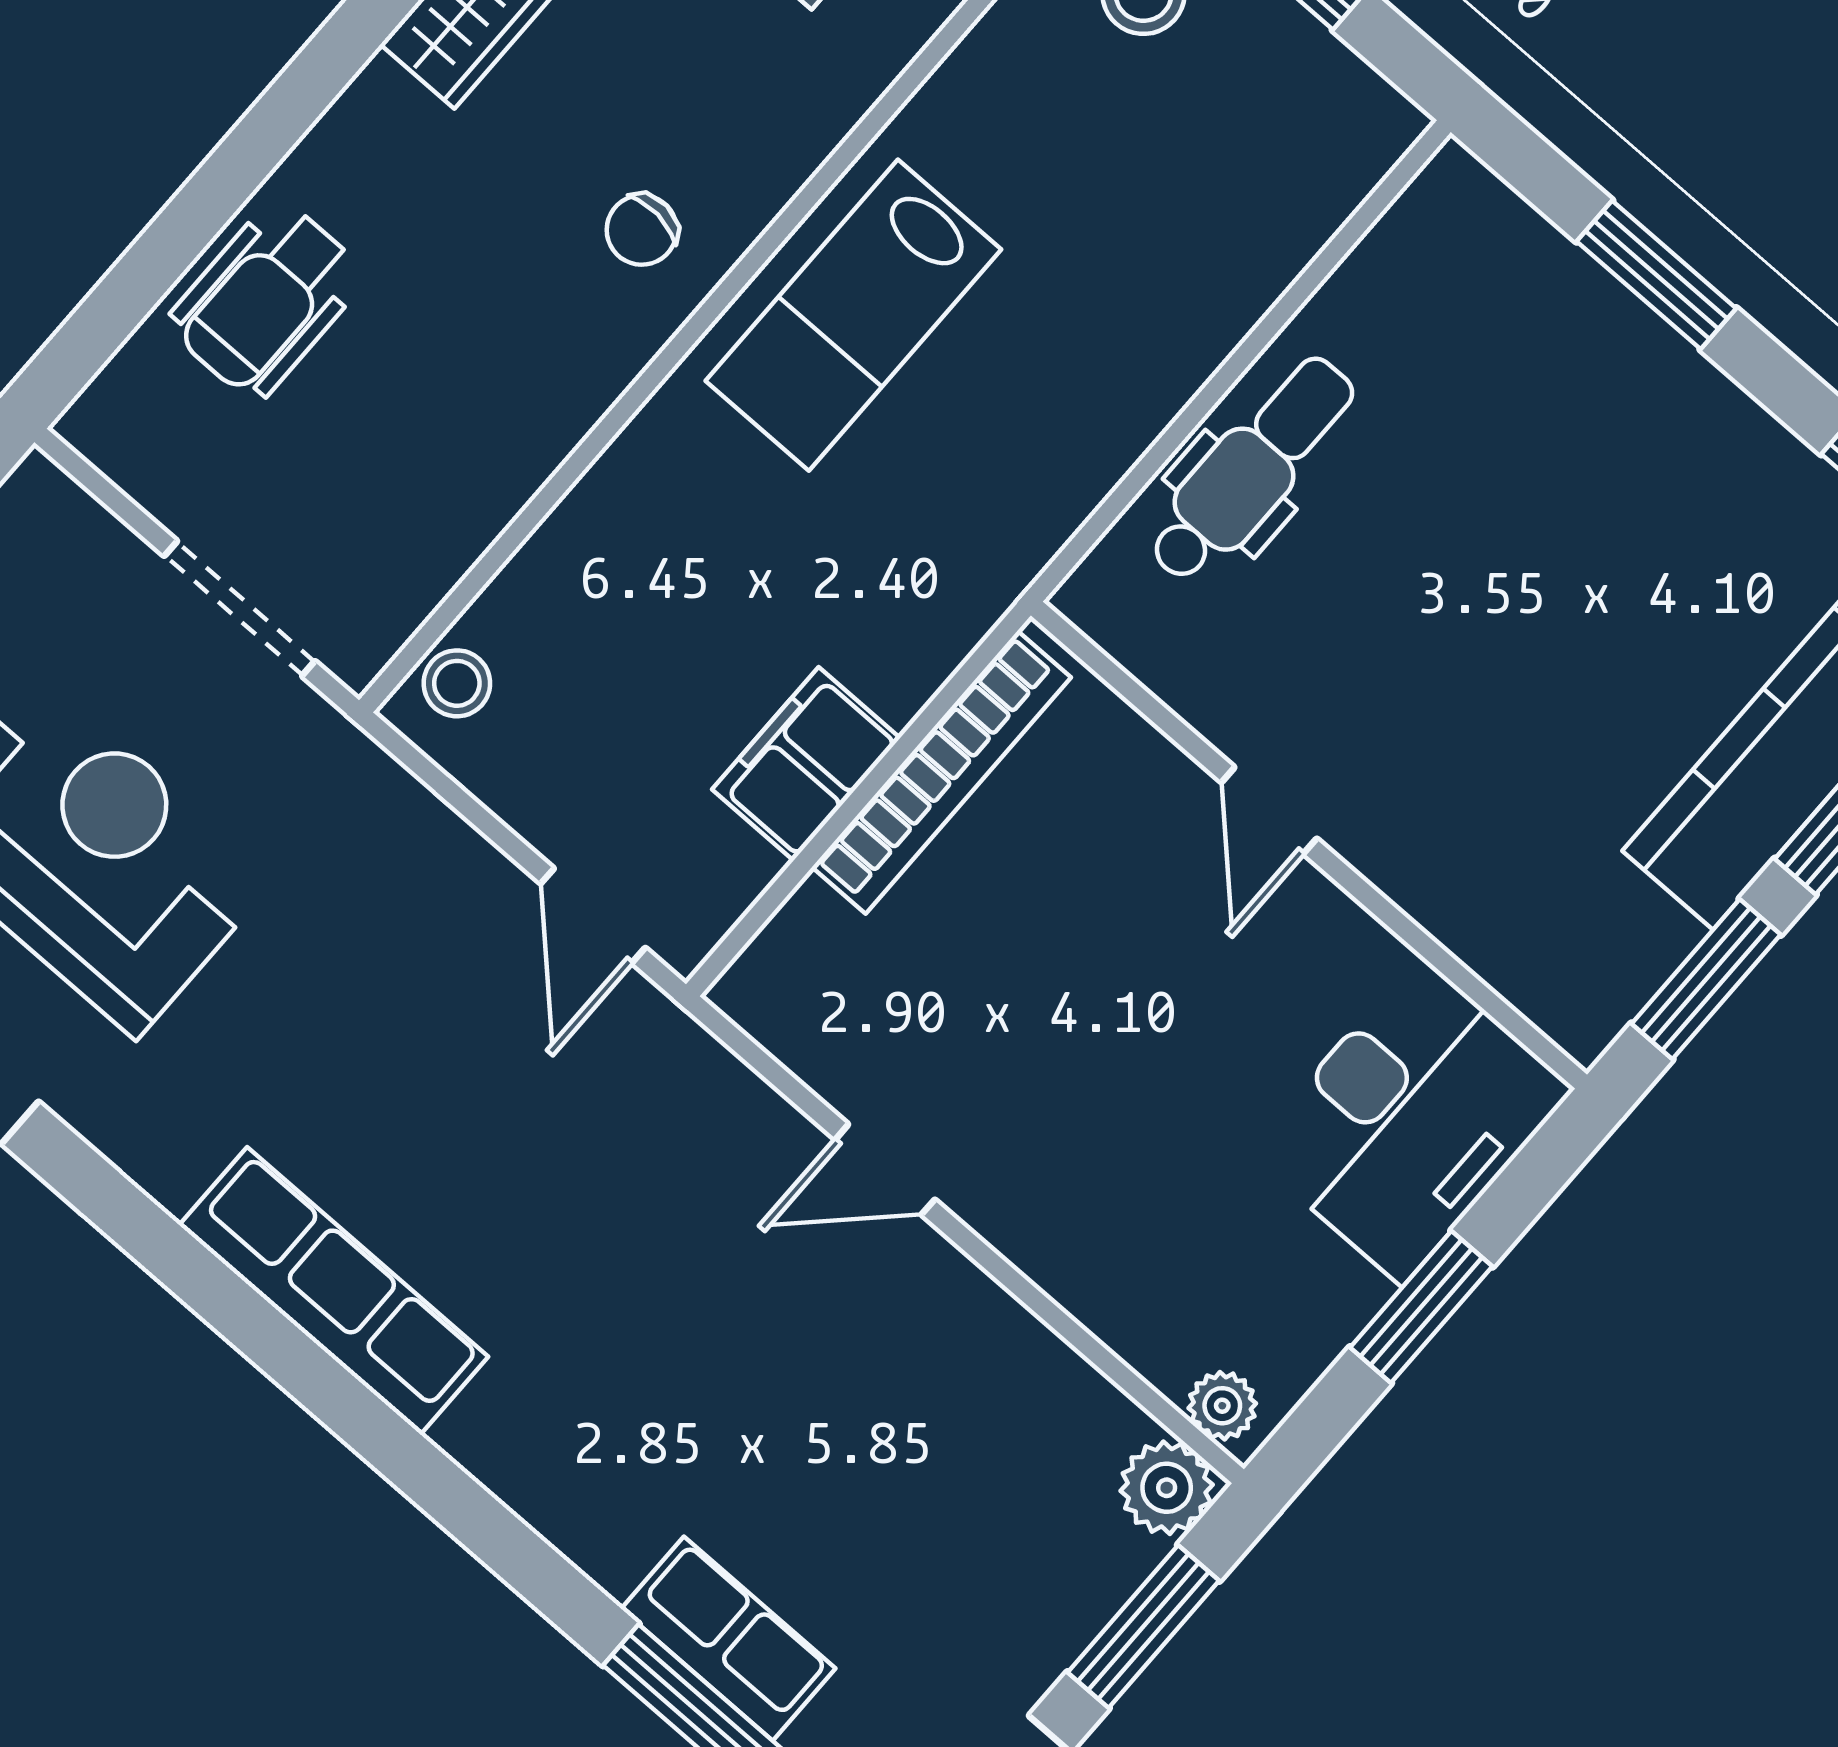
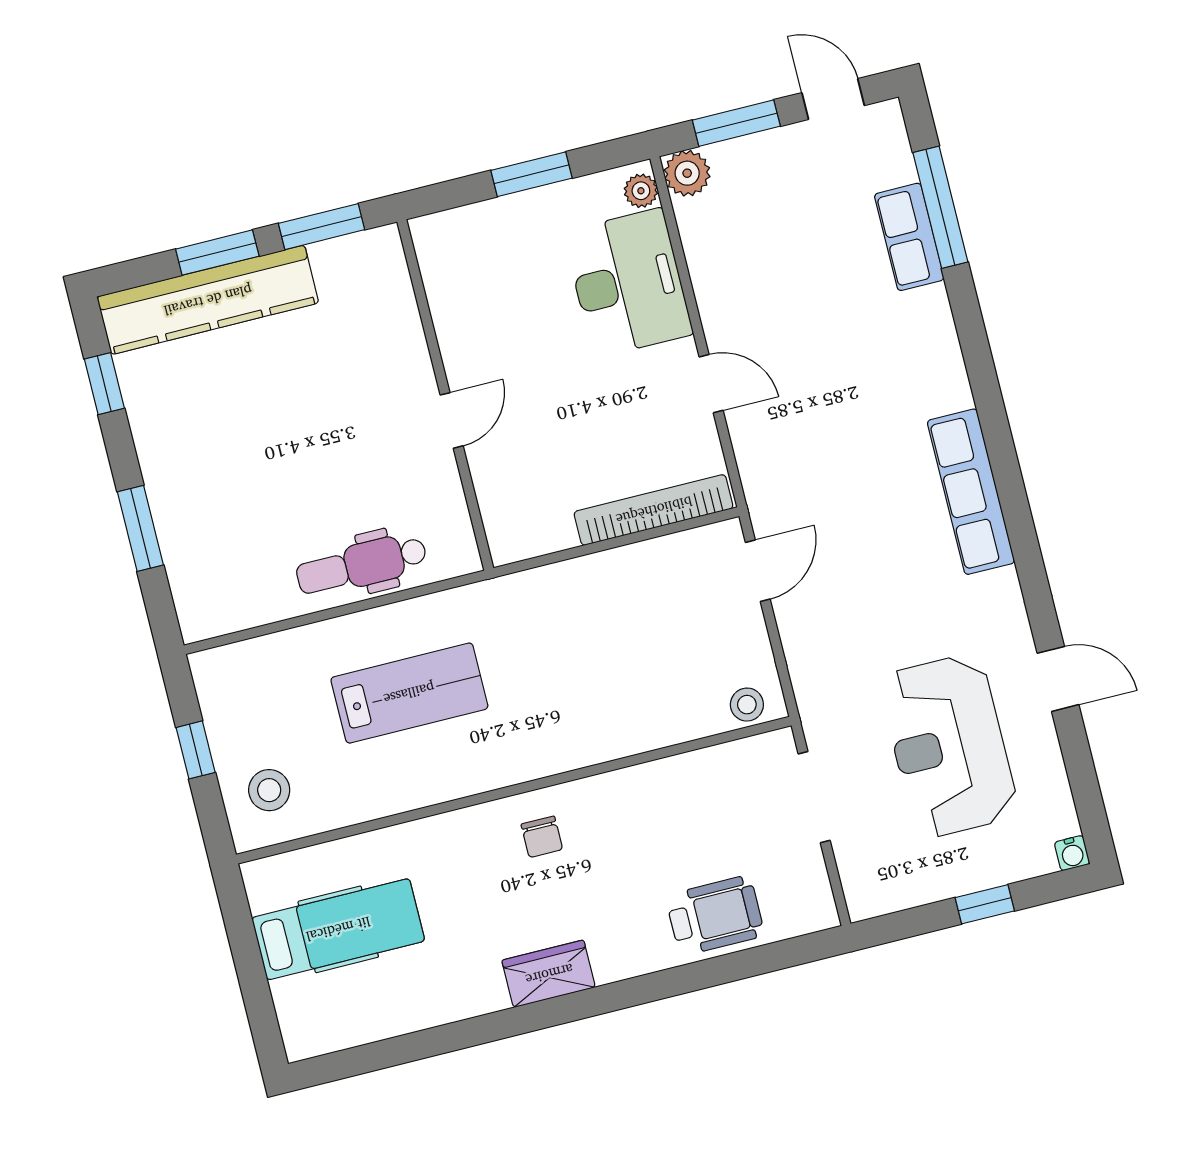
chair: (642, 230) -> (542, 837), turned 85
lab bench: (853, 315) -> (409, 693), moved
filing cabinet: (806, 764) -> (627, 572), removed
bookcase: (941, 772) -> (654, 510), moved
desk: (1410, 1120) -> (628, 283), moved, turned 90

